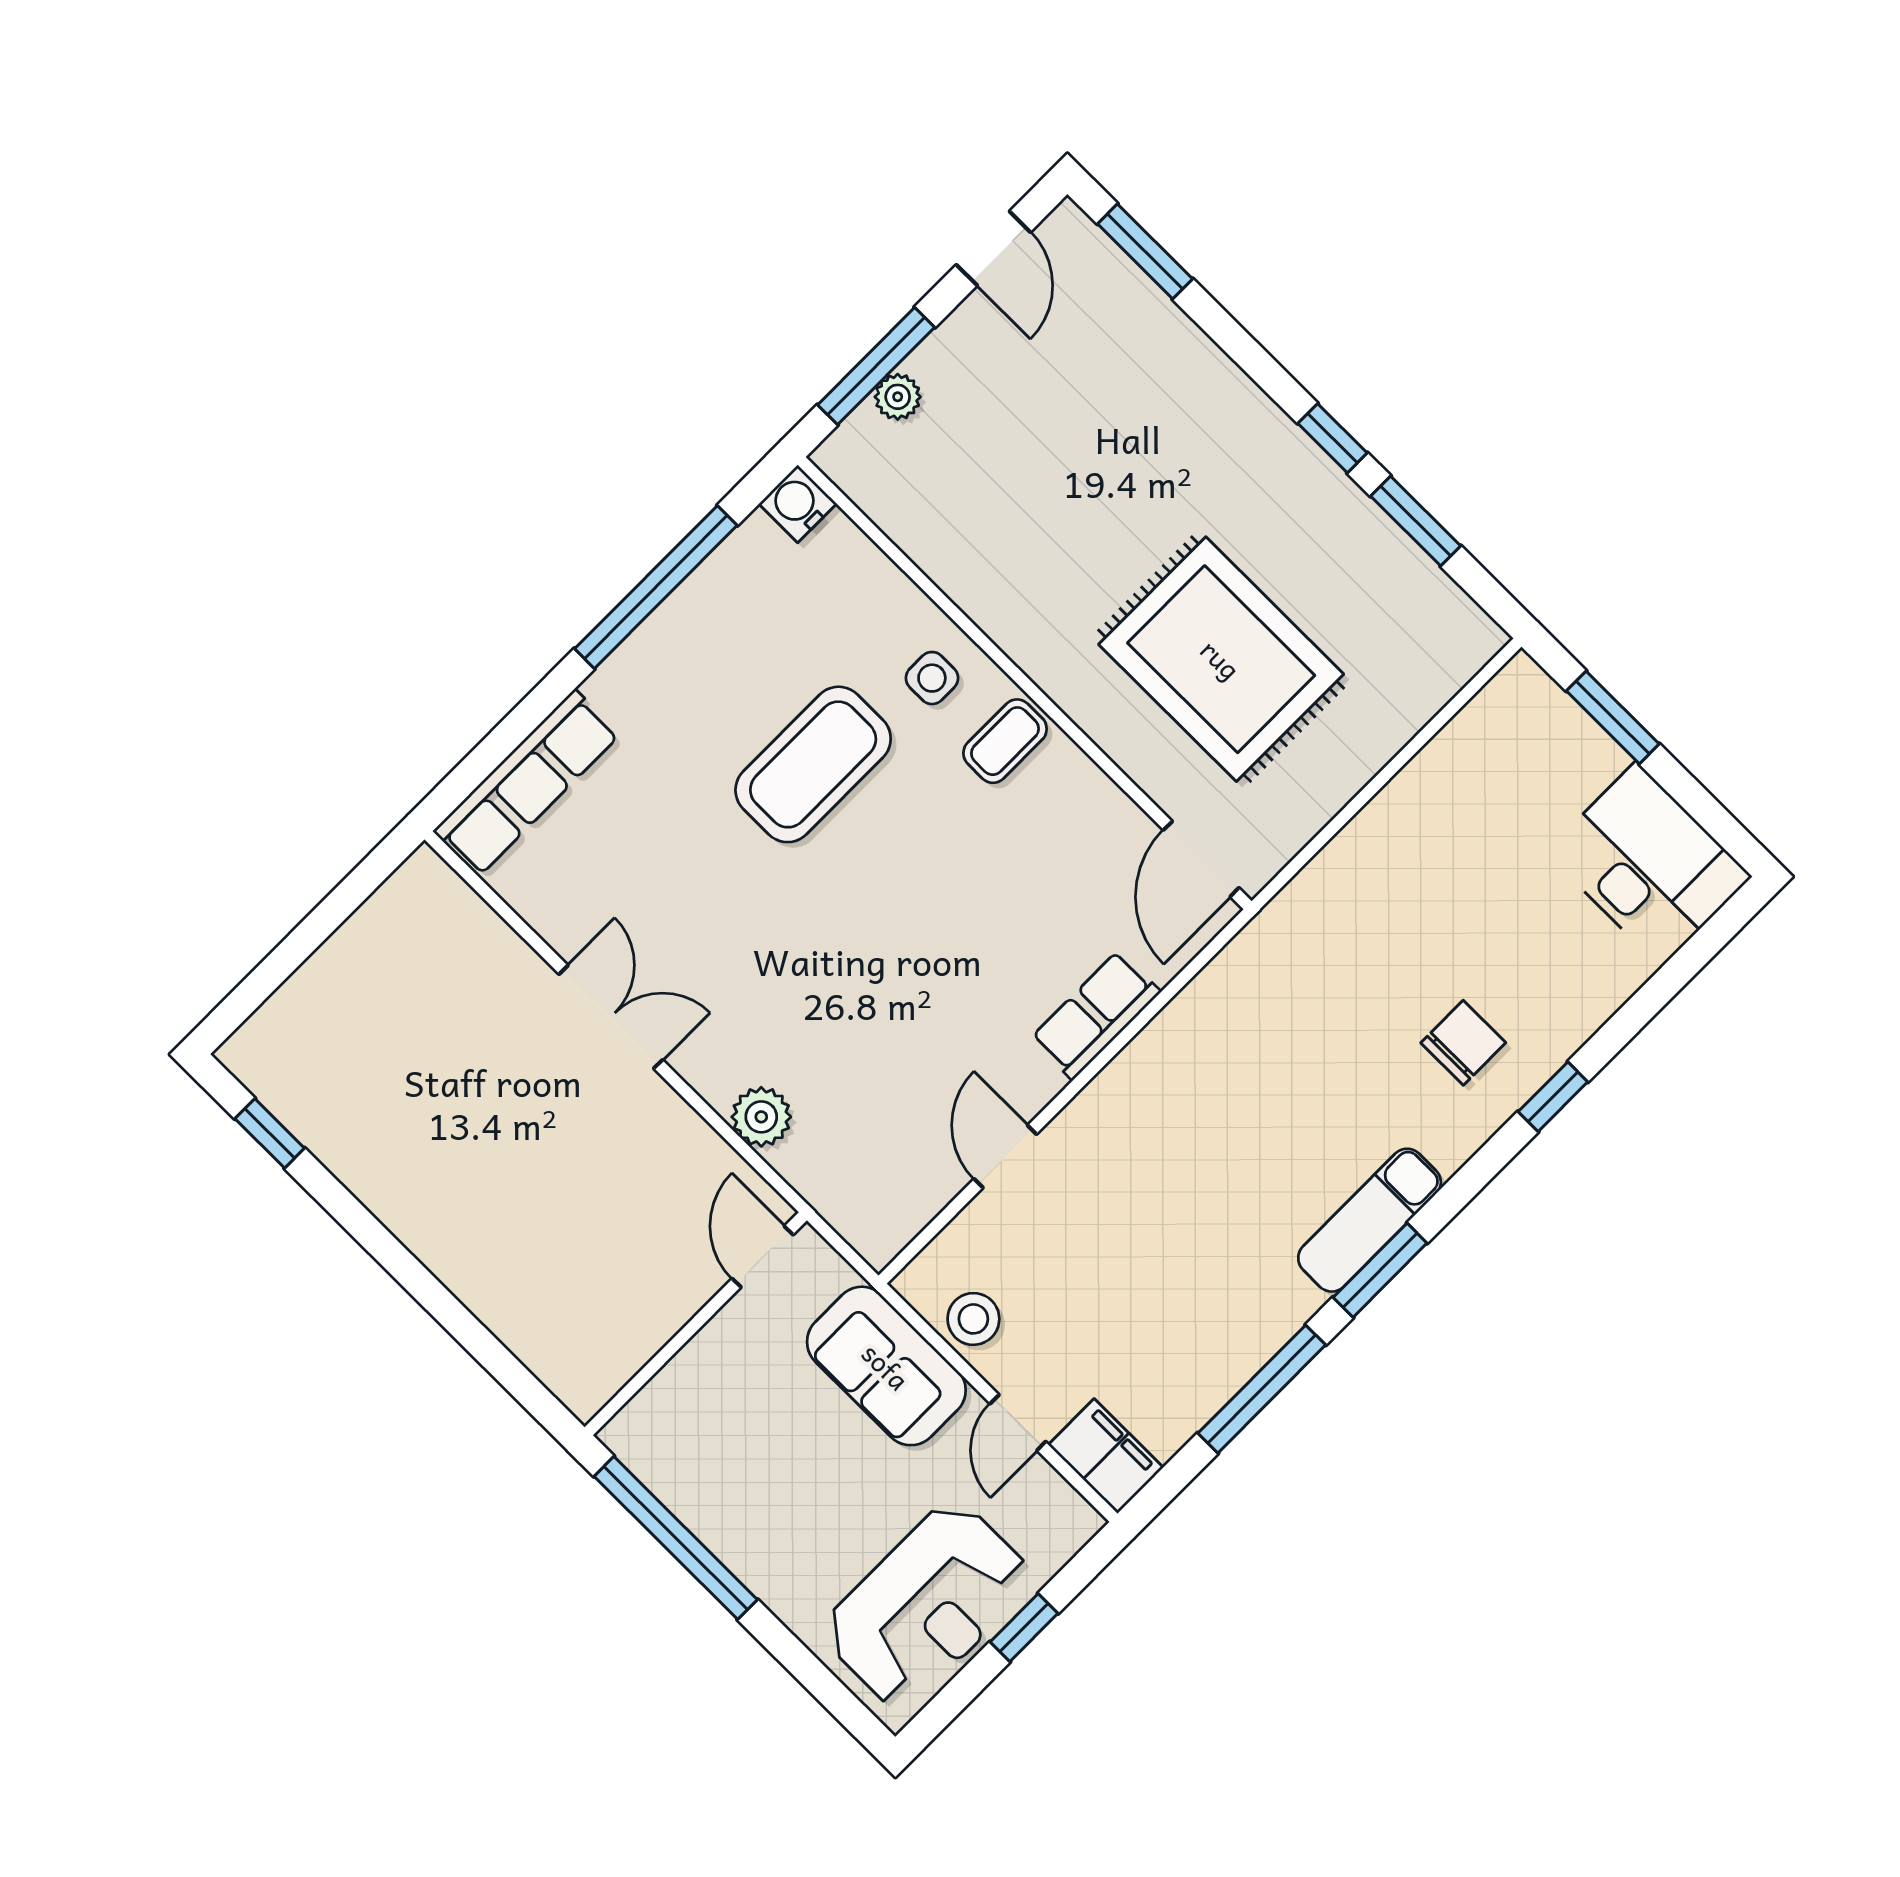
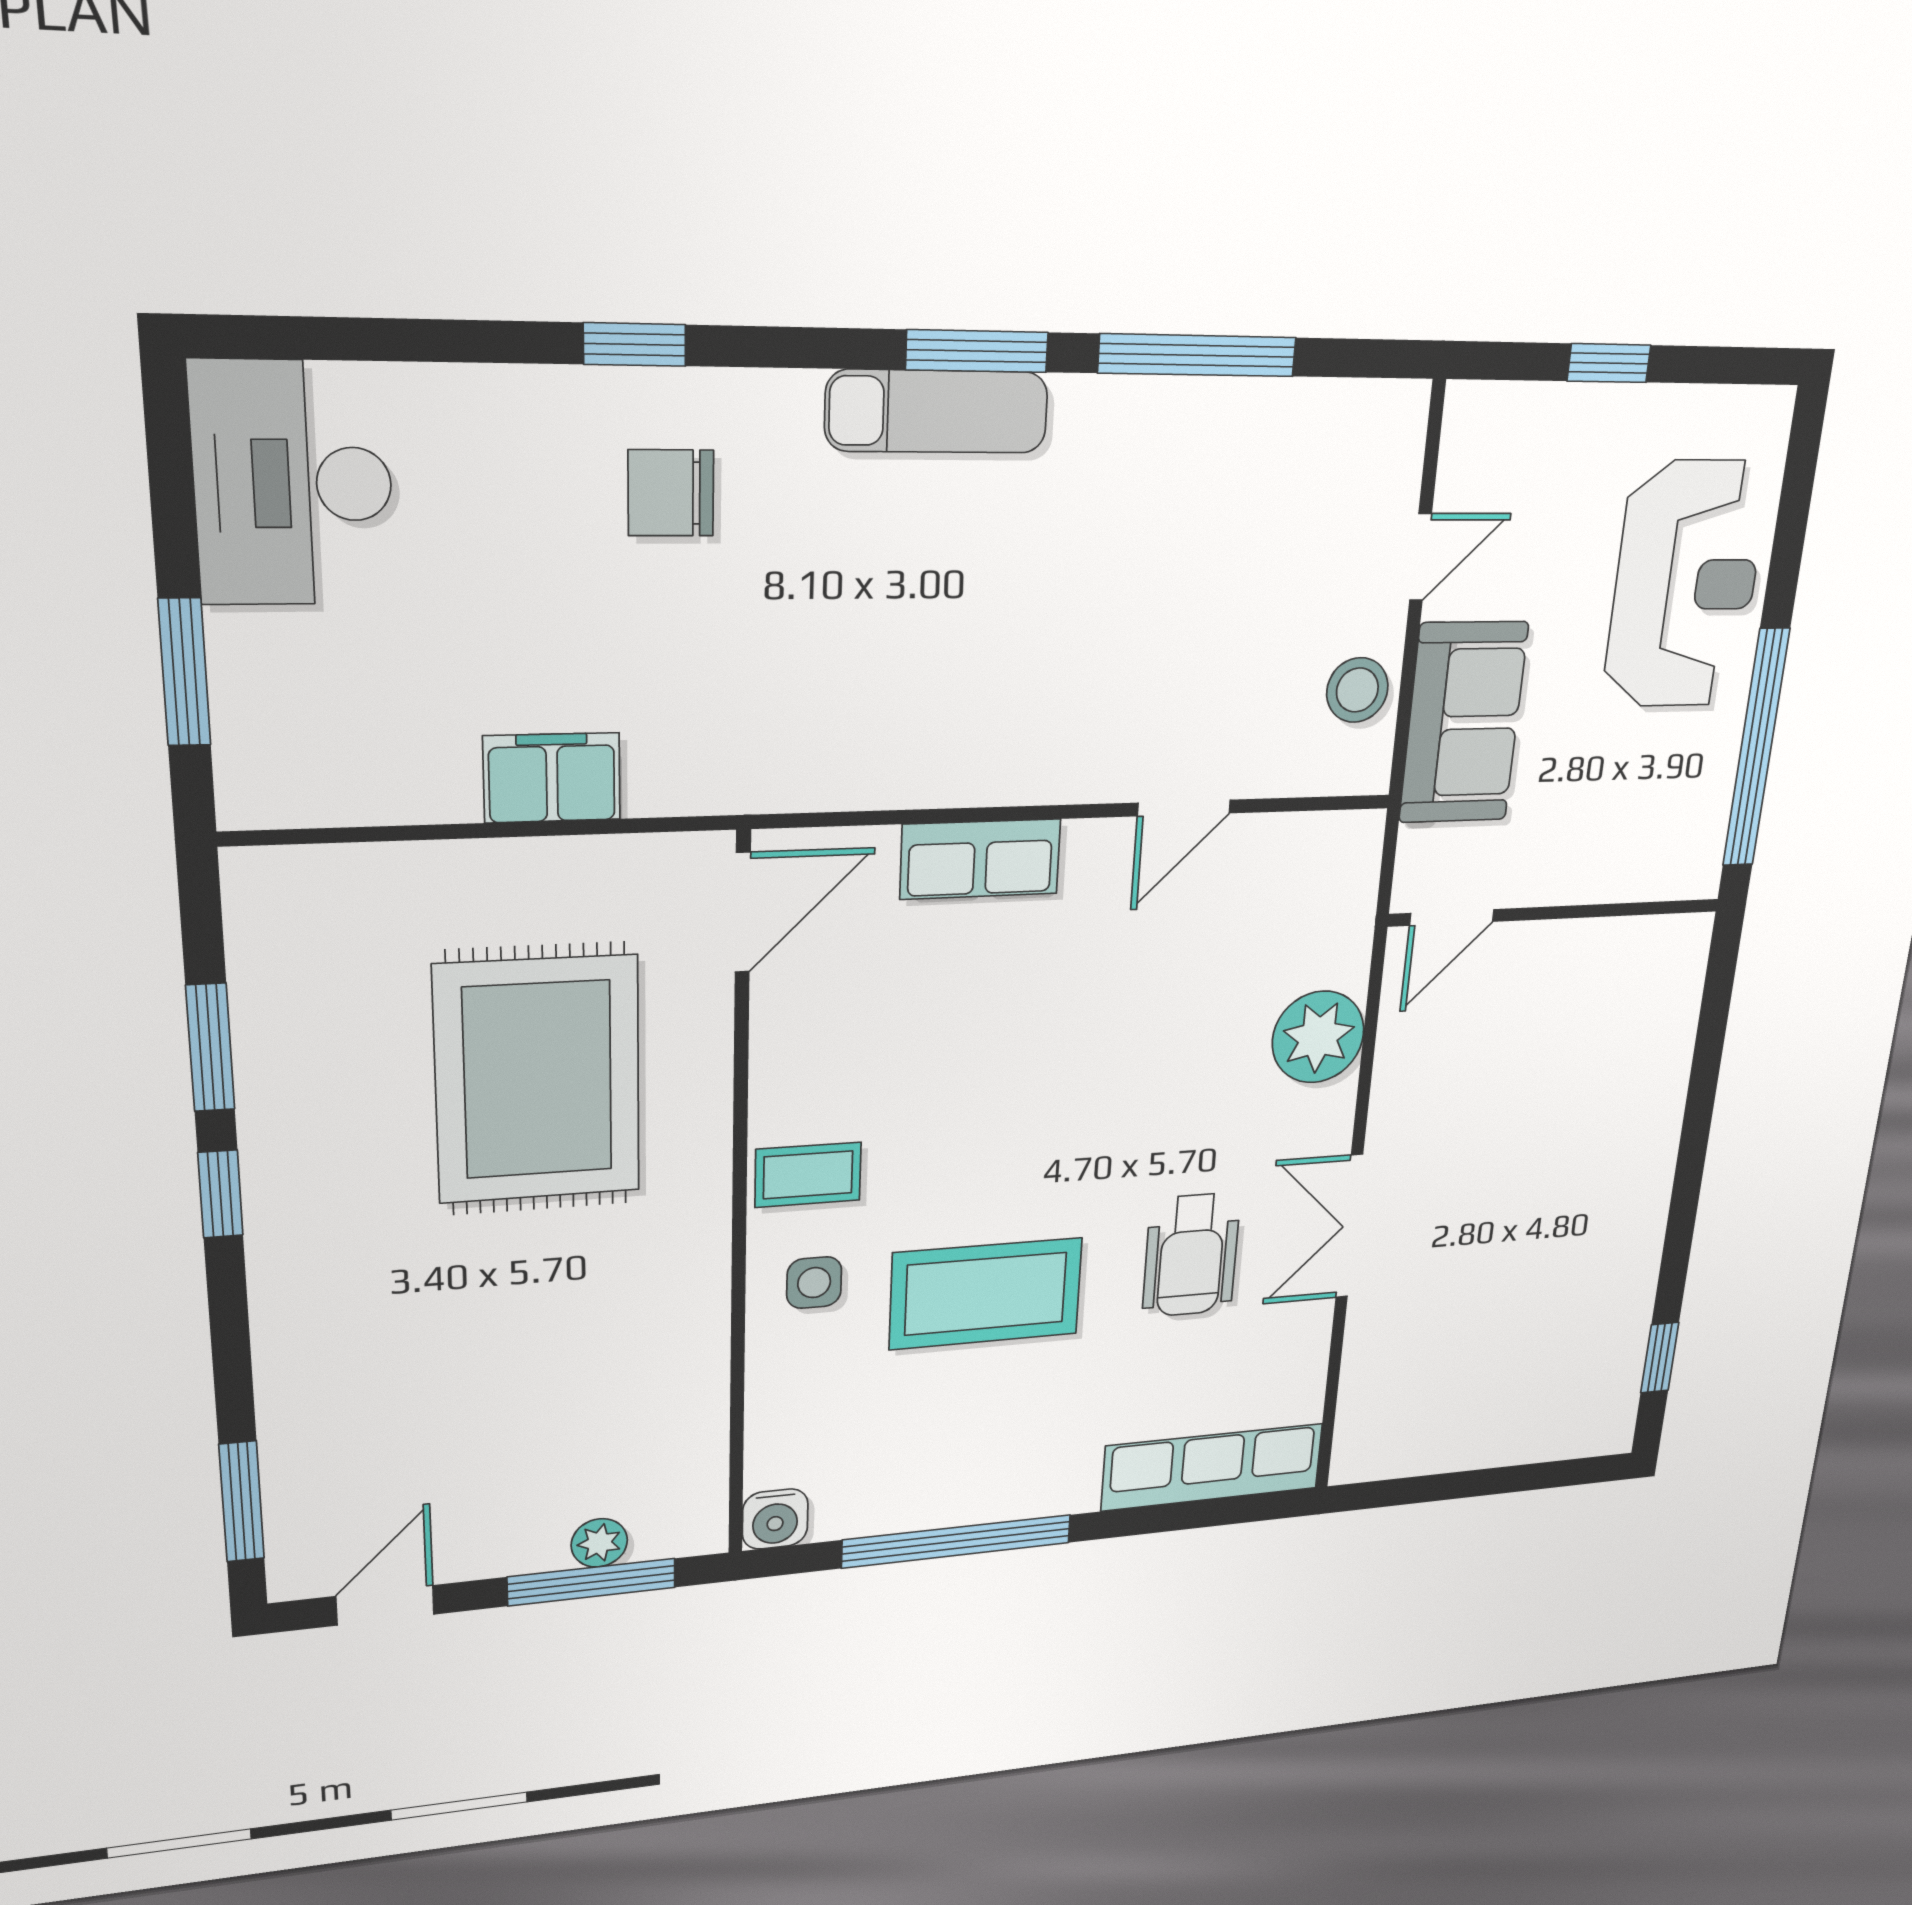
wheelchair: (701, 905) -> (1191, 1255), added
plant: (761, 1117) -> (1318, 1037), width x1.36, depth x1.36
filing cabinet: (1106, 1456) -> (552, 778), moved, turned 90
reception desk: (927, 1605) -> (1685, 585), moved, turned 90

